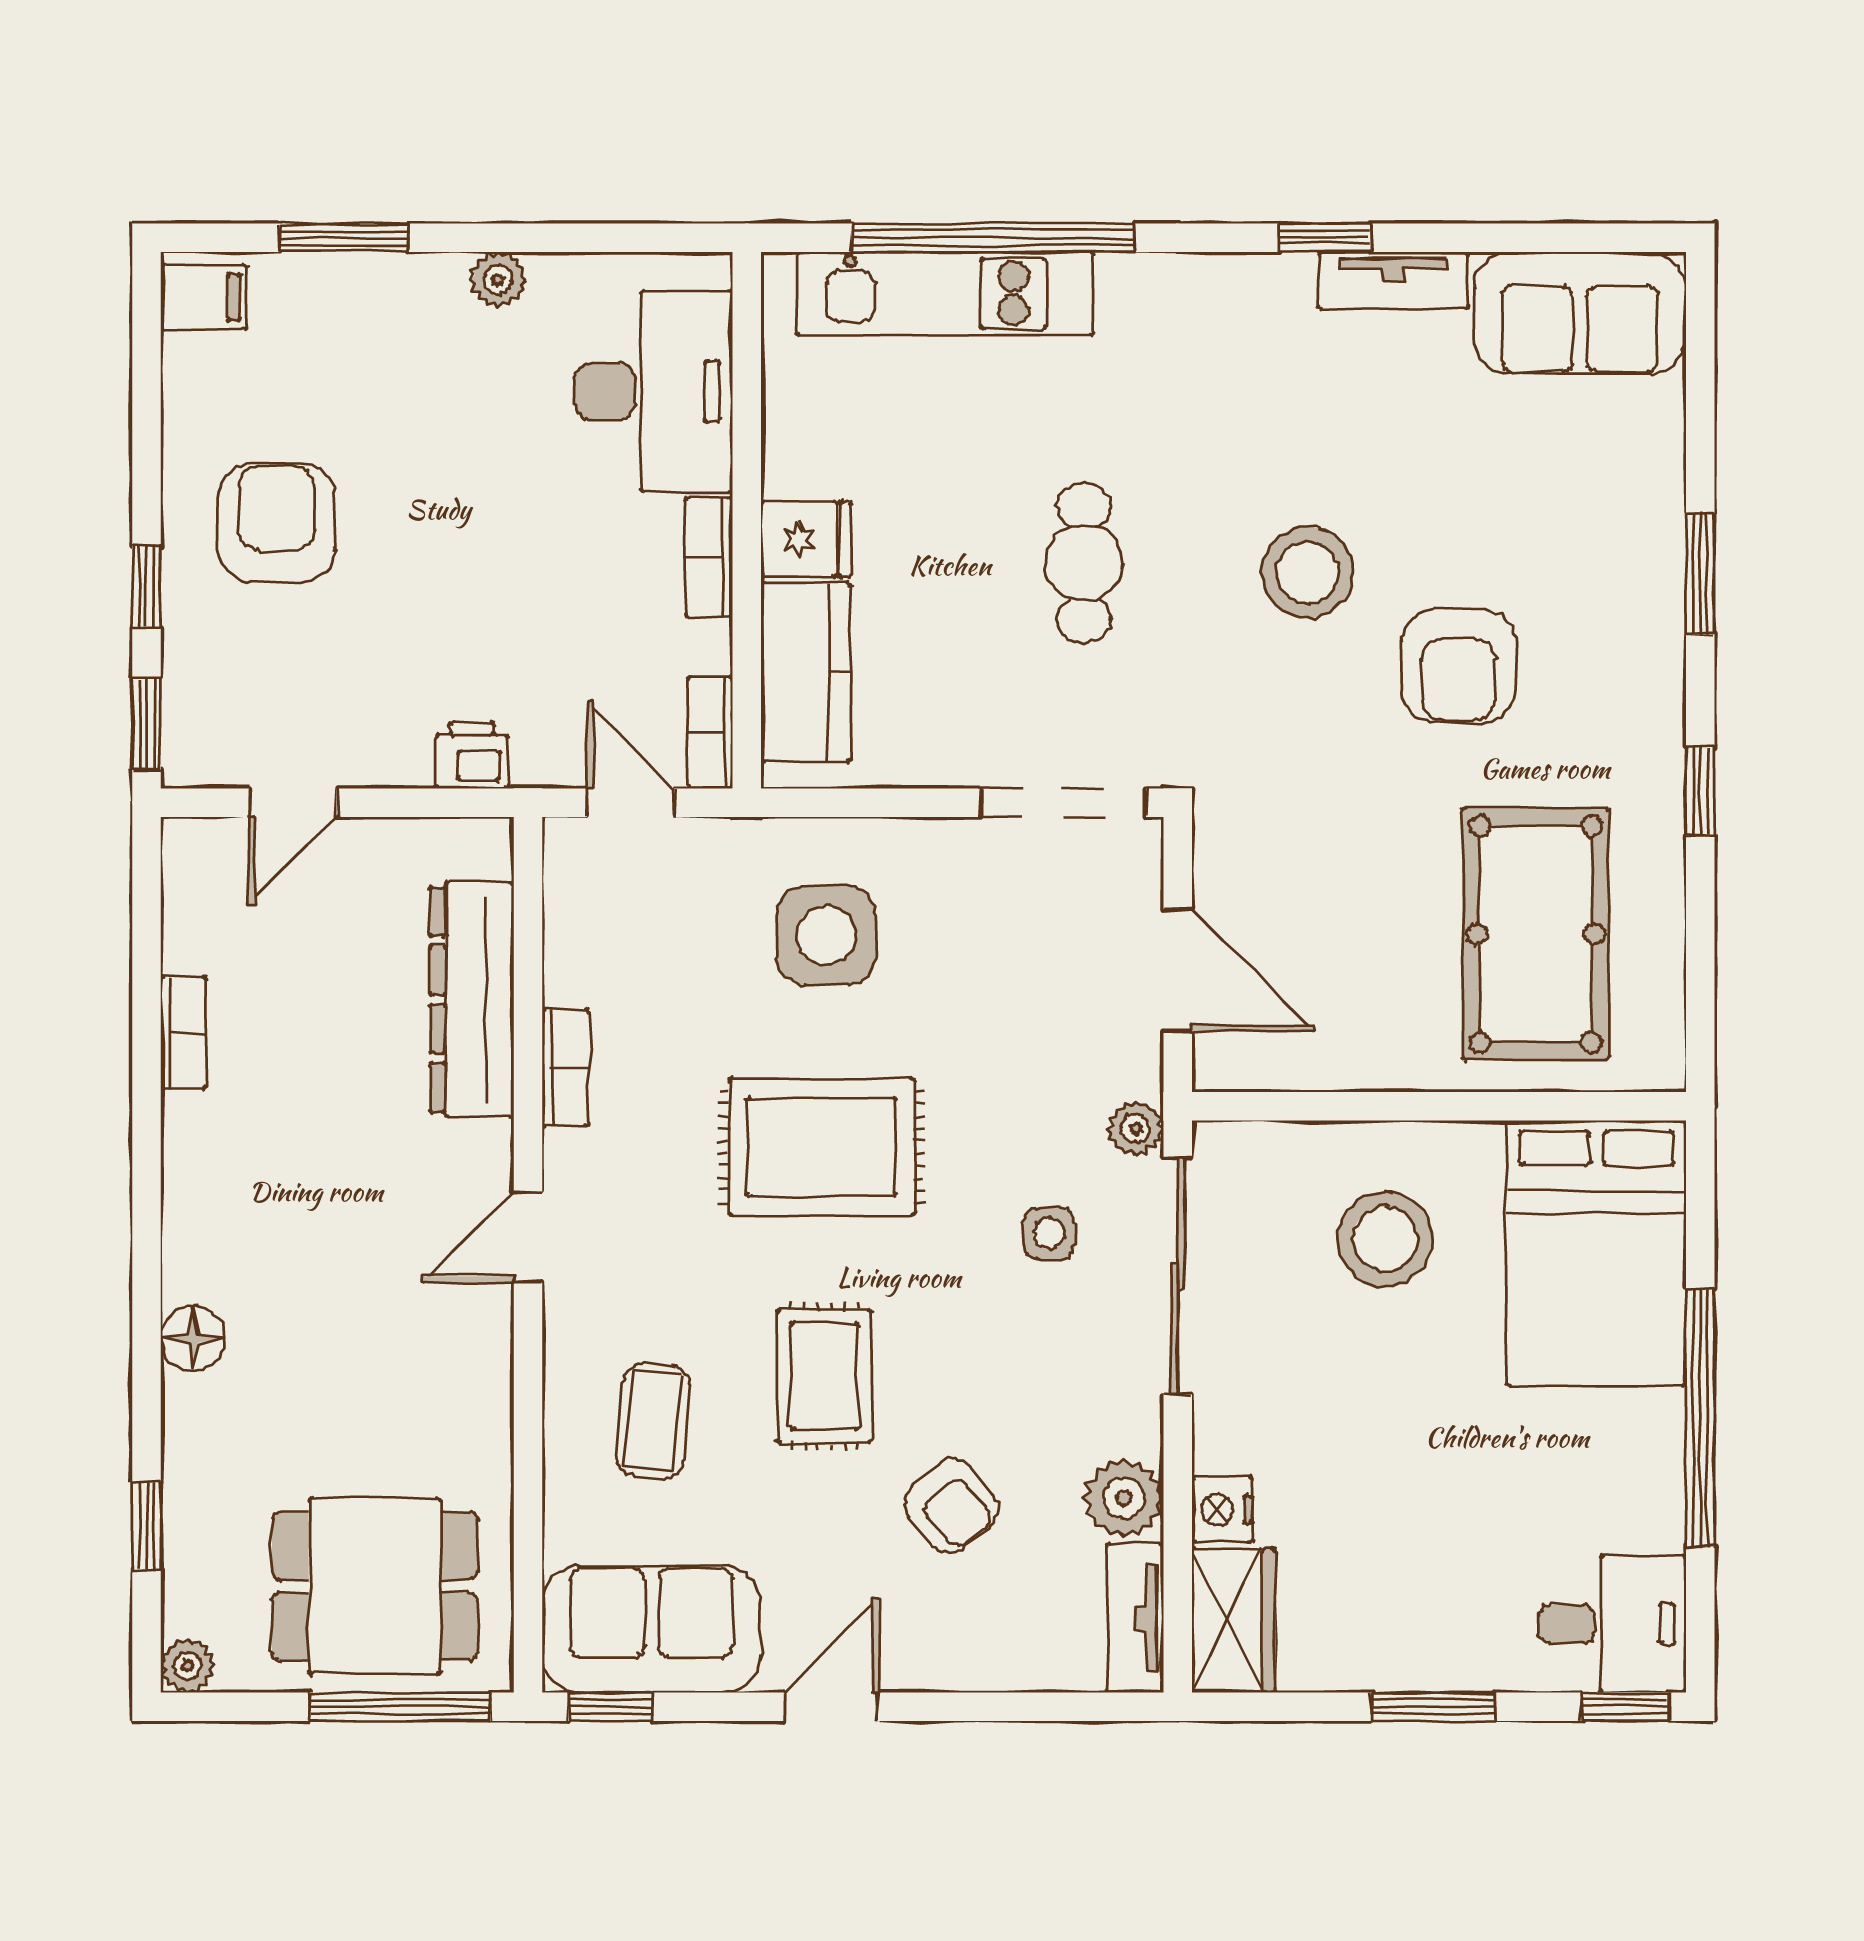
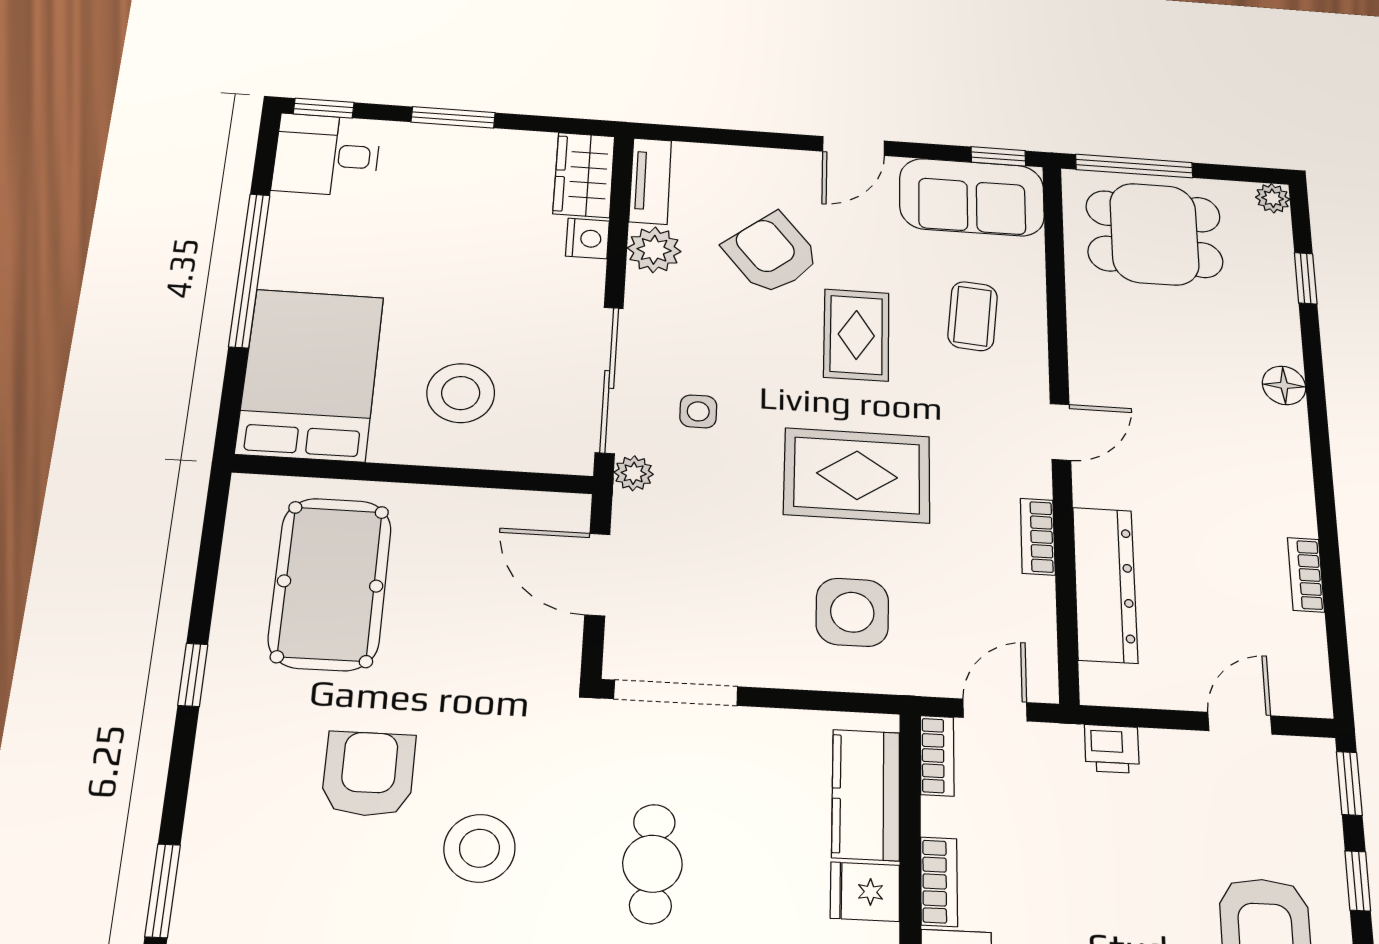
window: (1700, 574) -> (163, 891), moved
door: (631, 803) -> (995, 710), swing flipped
armchair: (951, 1506) -> (772, 253), width x1.38, depth x1.38

